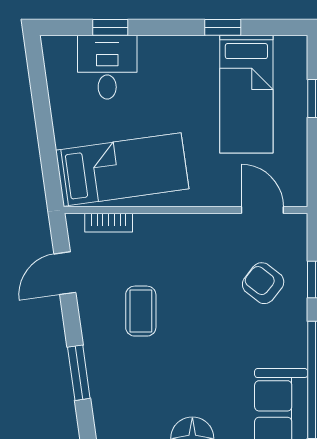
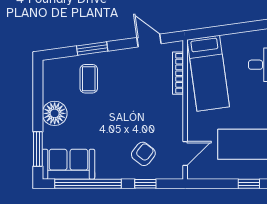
bookcase: (109, 223) -> (178, 73), width x1.56
coffee table: (141, 311) -> (89, 79), moved, turned 90

